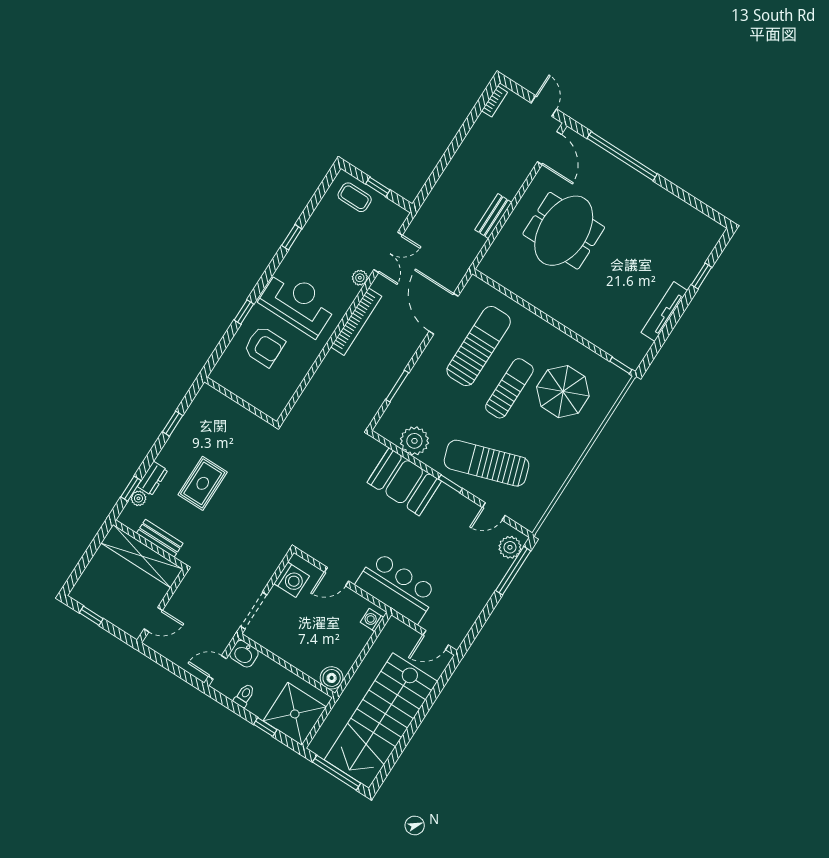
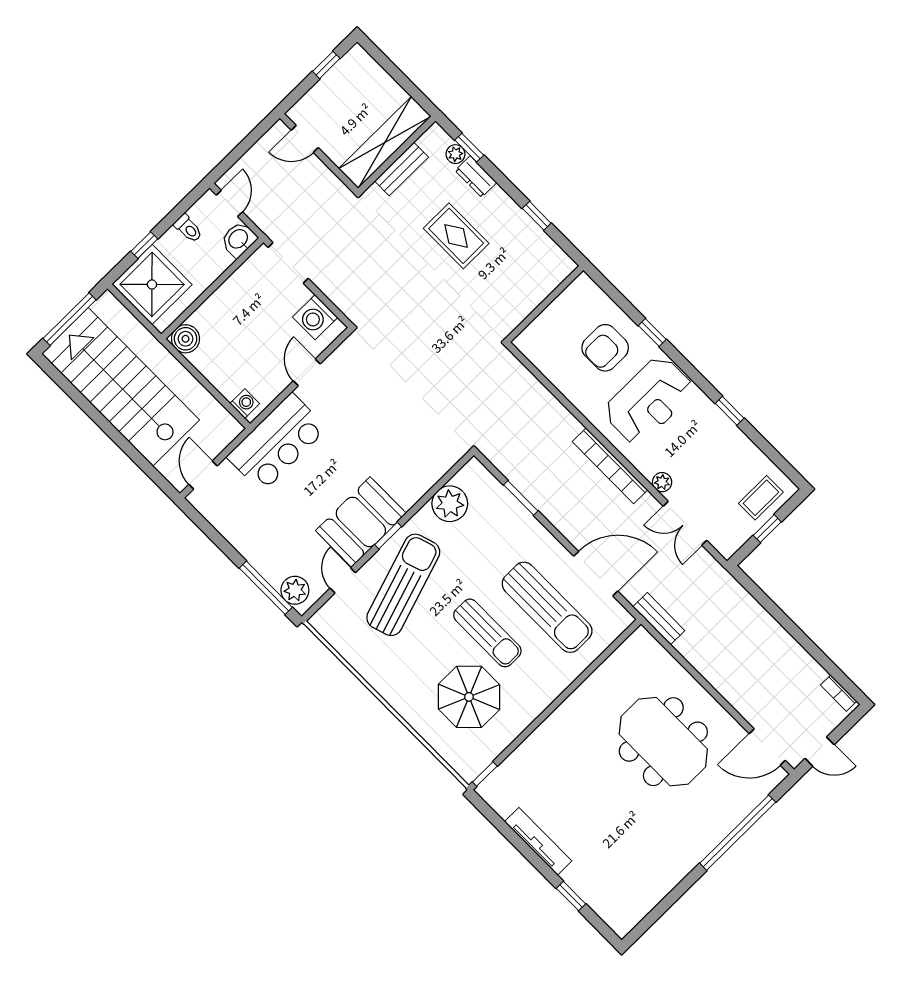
bench: (493, 216) -> (659, 619), moved
booth: (404, 482) -> (361, 522), moved
door: (153, 620) -> (305, 139), hinge flipped

